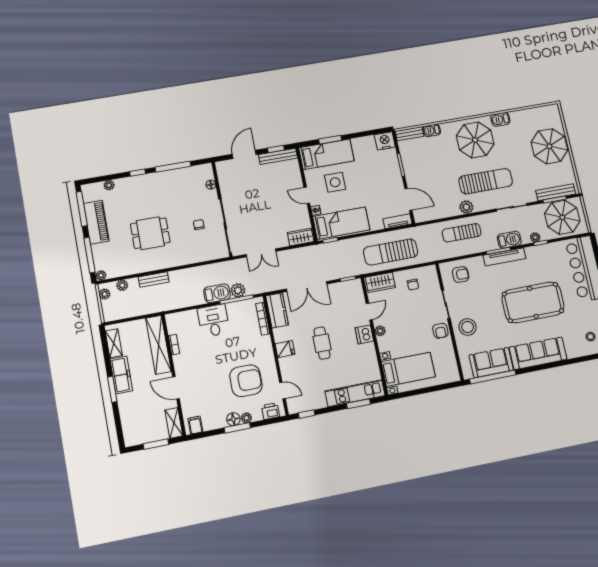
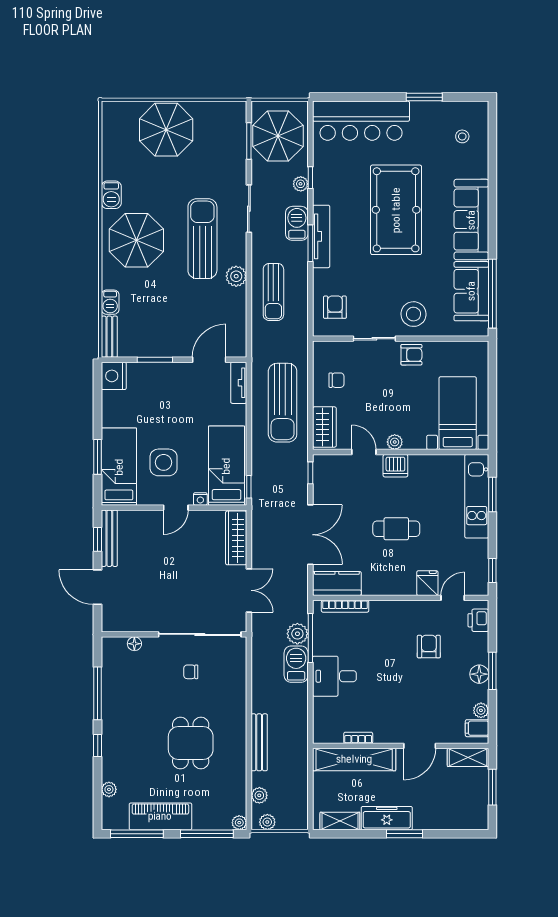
bench: (556, 192) -> (238, 137), removed
wardrobe: (301, 237) -> (236, 538), width x1.50
bench: (154, 279) -> (259, 742), width x1.36
fridge: (285, 349) -> (427, 583), moved
armchair: (246, 381) -> (429, 647), width x0.53, depth x0.53
plant: (246, 418) -> (481, 710), moved

